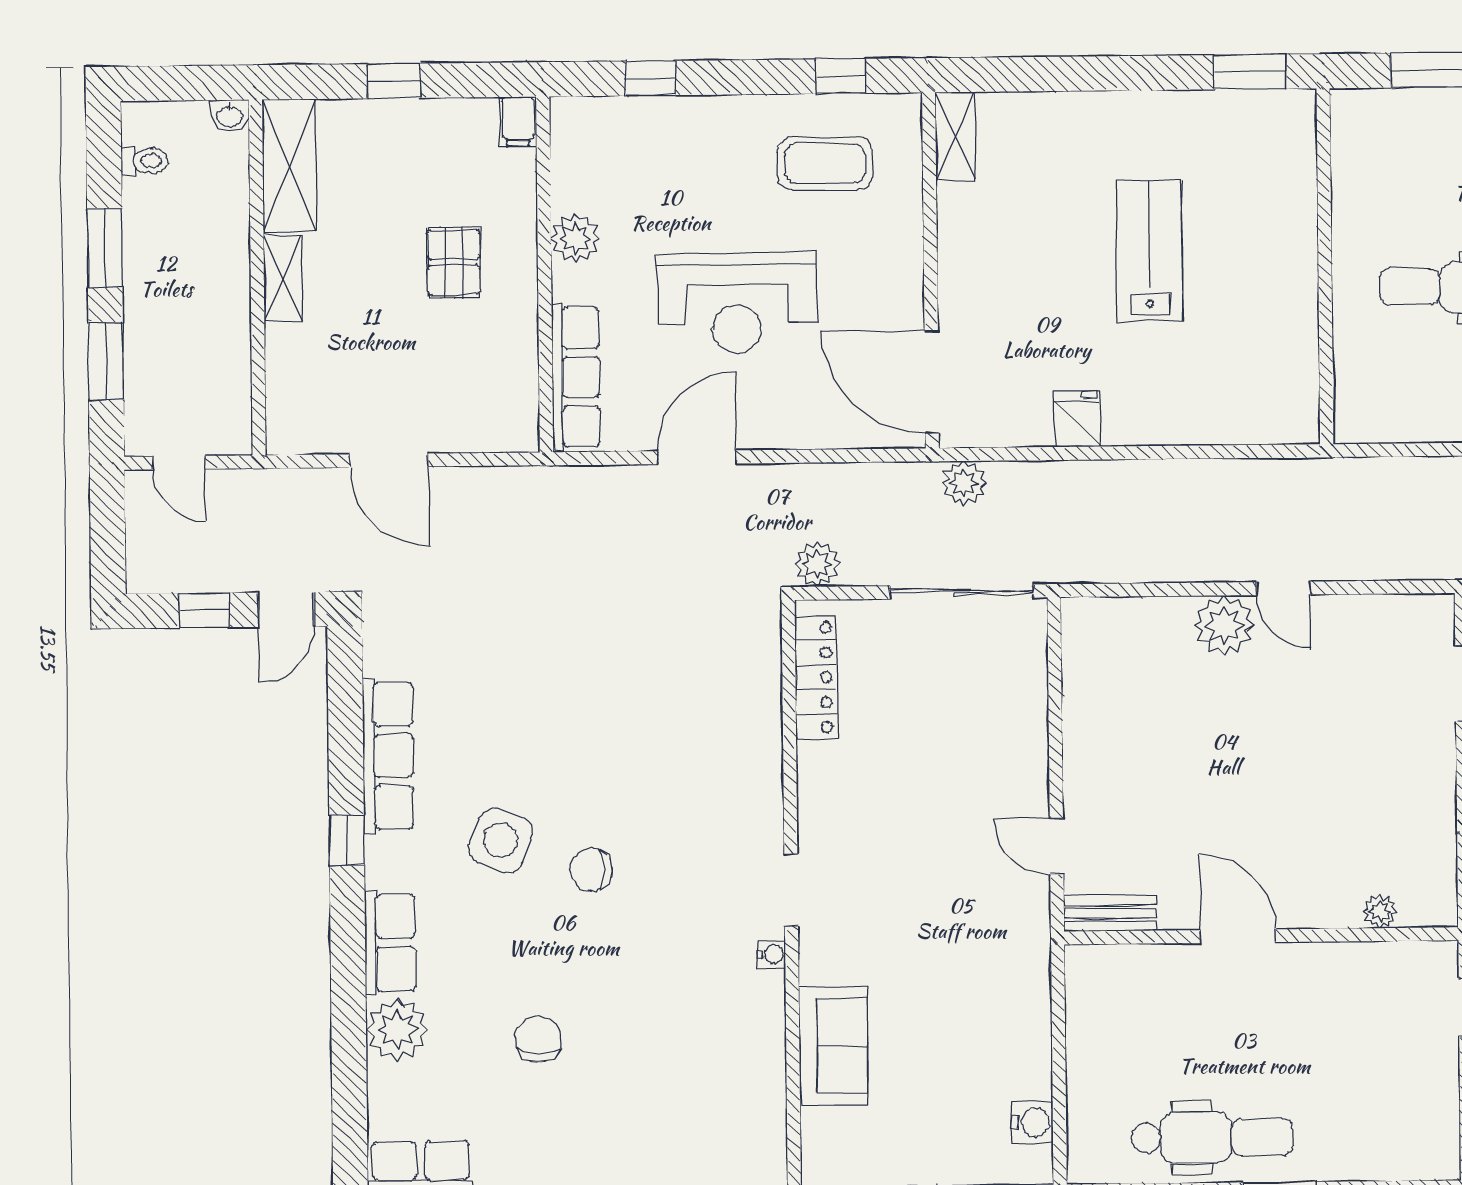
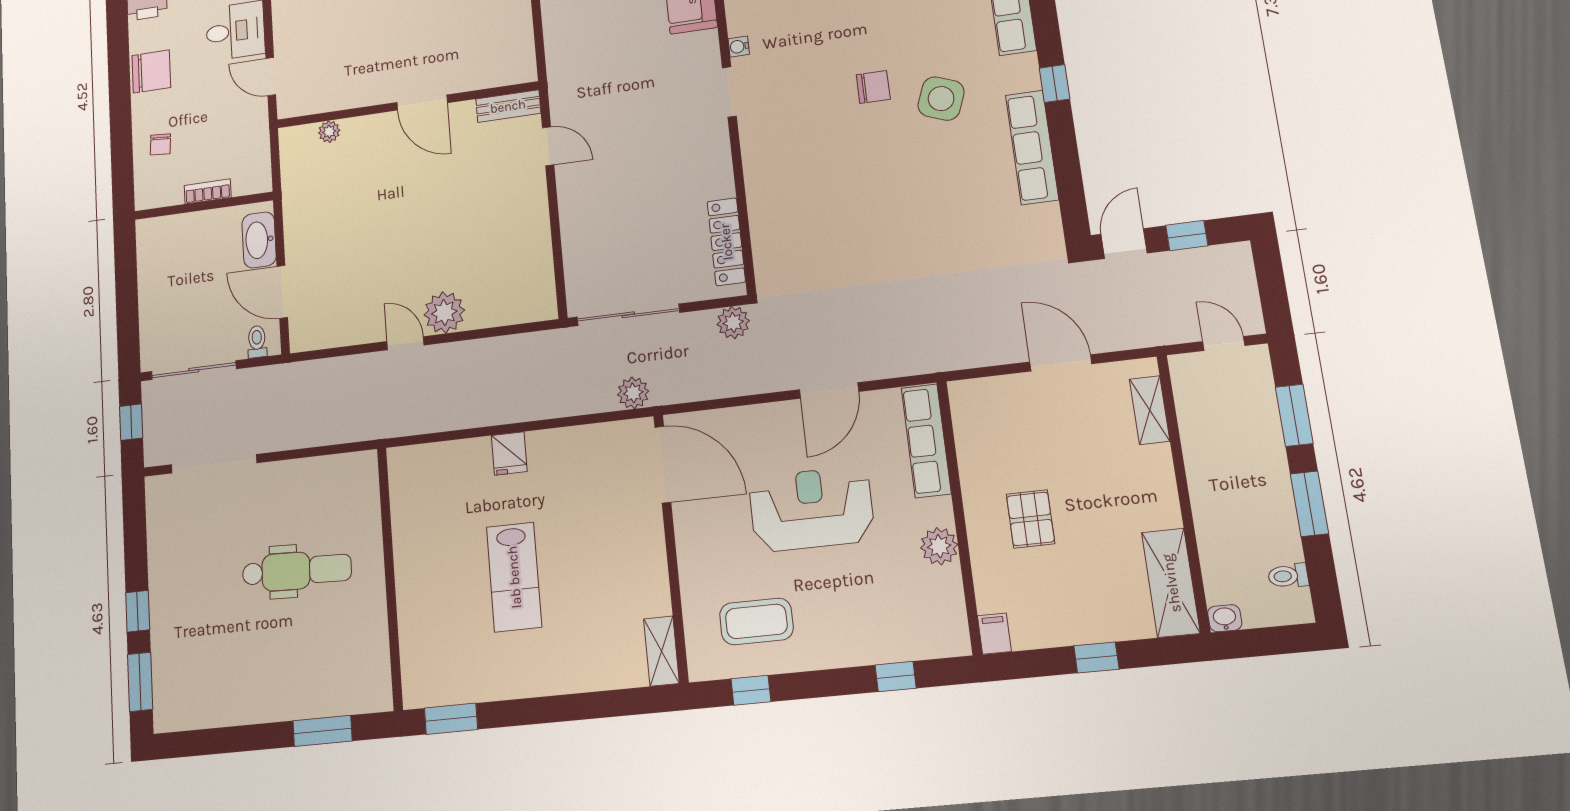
shelving: (283, 278) -> (1150, 410), moved
fridge: (1078, 419) -> (509, 453), moved

